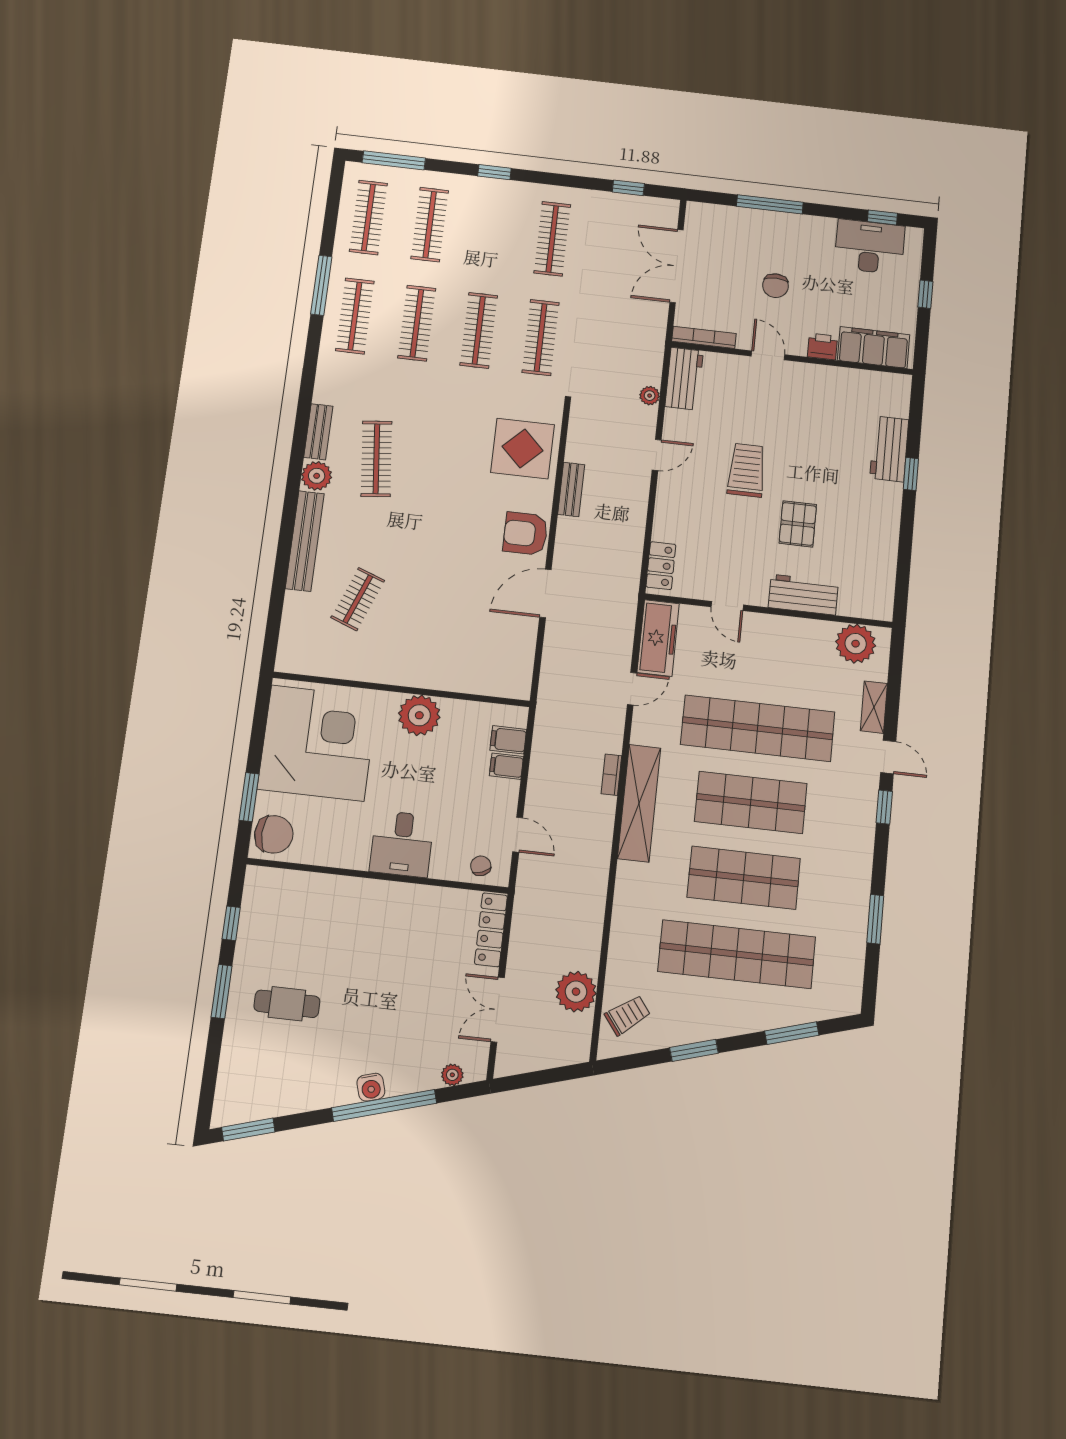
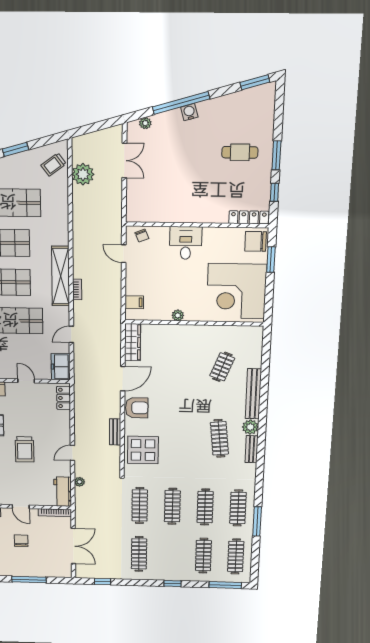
freezer: (658, 638) -> (61, 367), width x0.71
wardrobe: (520, 663) -> (133, 342), added
plant: (419, 715) -> (178, 315), width x0.53, depth x0.53
filing cabinet: (506, 766) -> (134, 289), removed
locker: (491, 930) -> (249, 217), moved, turned -90

